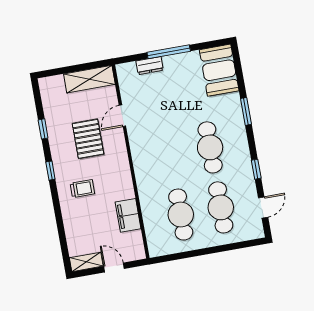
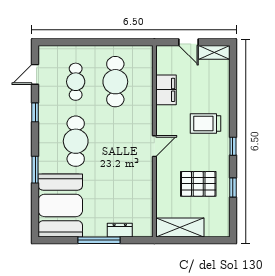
booth: (219, 70) -> (60, 205), width x1.36, depth x1.42
door: (122, 116) -> (154, 146), moved
pallet: (88, 139) -> (198, 184), moved, turned 90
trolley: (82, 189) -> (205, 123), width x1.36, depth x1.39
cafe table: (221, 207) -> (76, 82), width x0.73, depth x0.74

